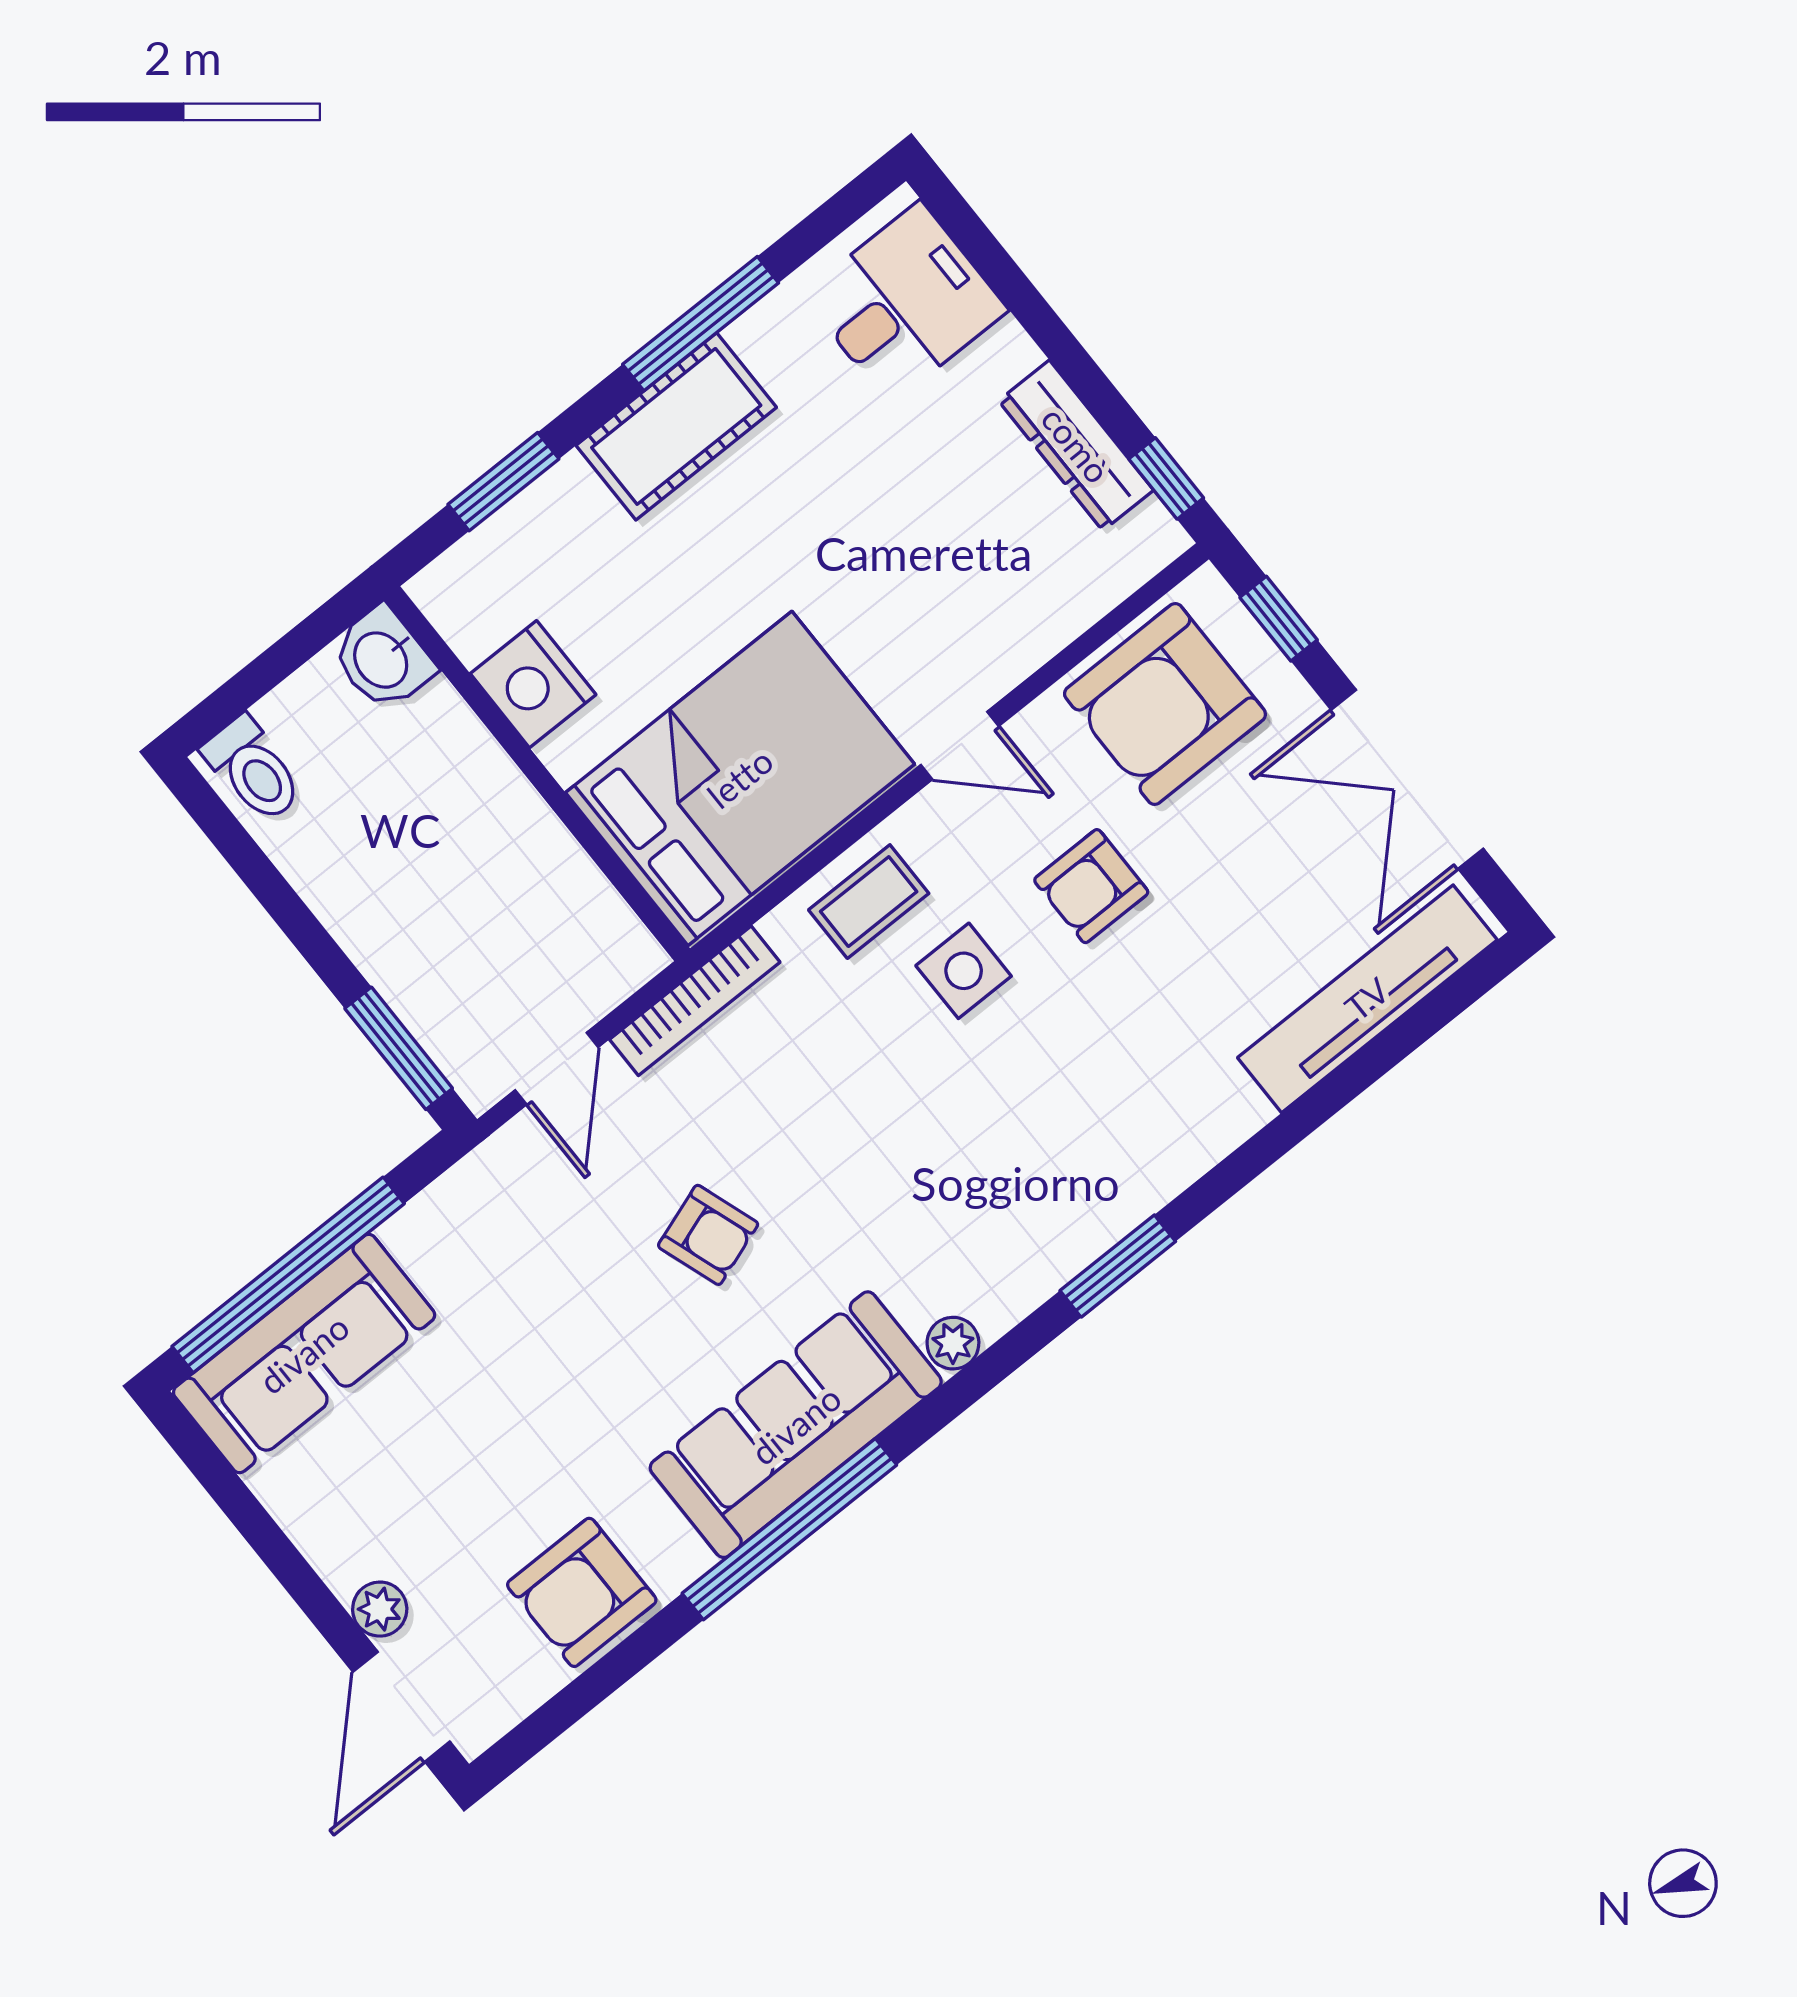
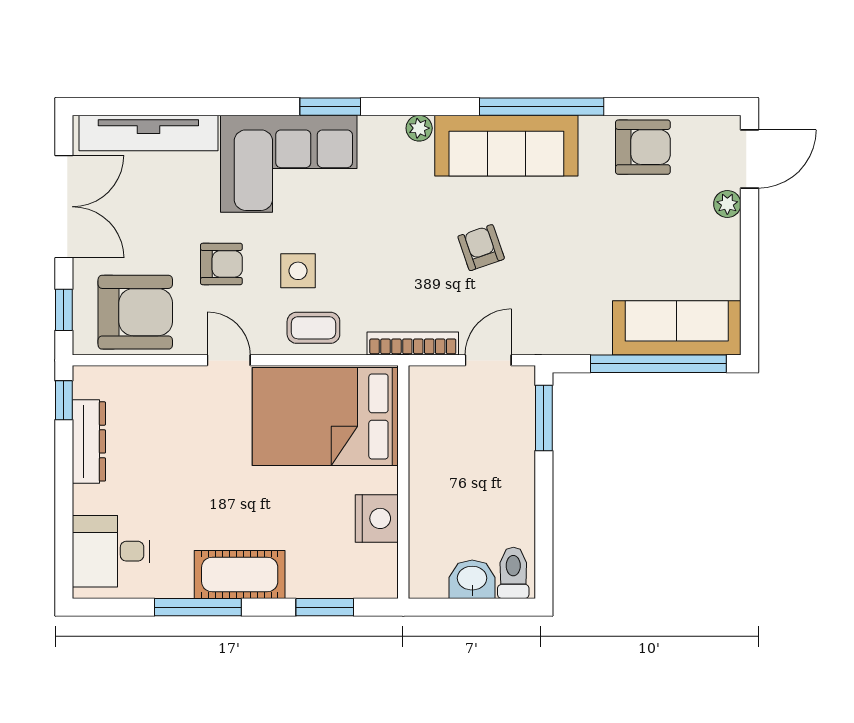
washbasin: (382, 659) -> (472, 579), moved, turned -90
corner sofa: (1111, 1126) -> (289, 164), added

